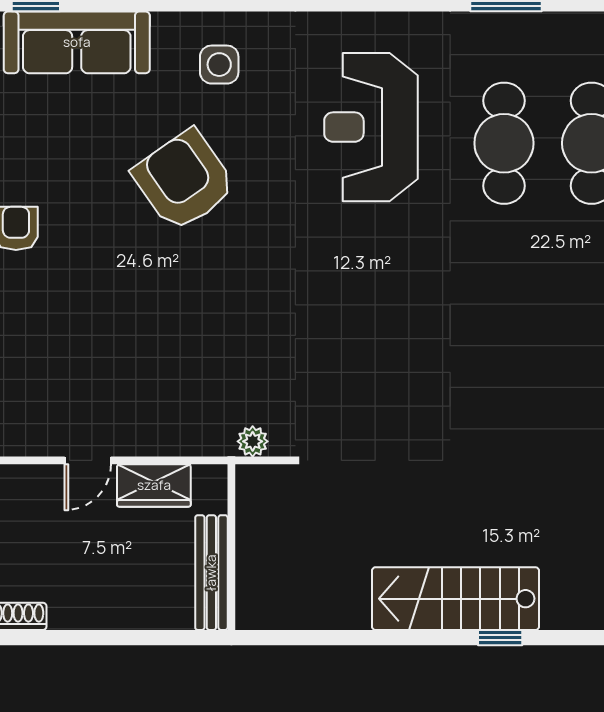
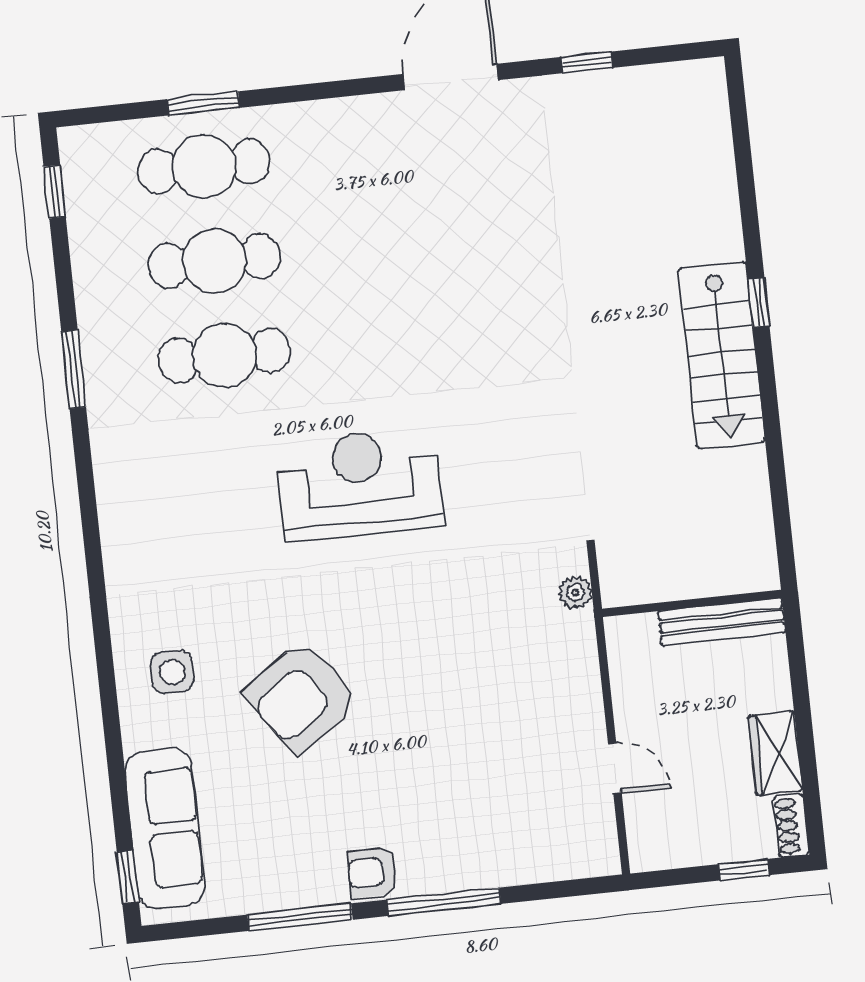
reception desk: (371, 127) -> (360, 484), moved, turned 180
wardrobe: (154, 485) -> (775, 753), moved, turned 180

